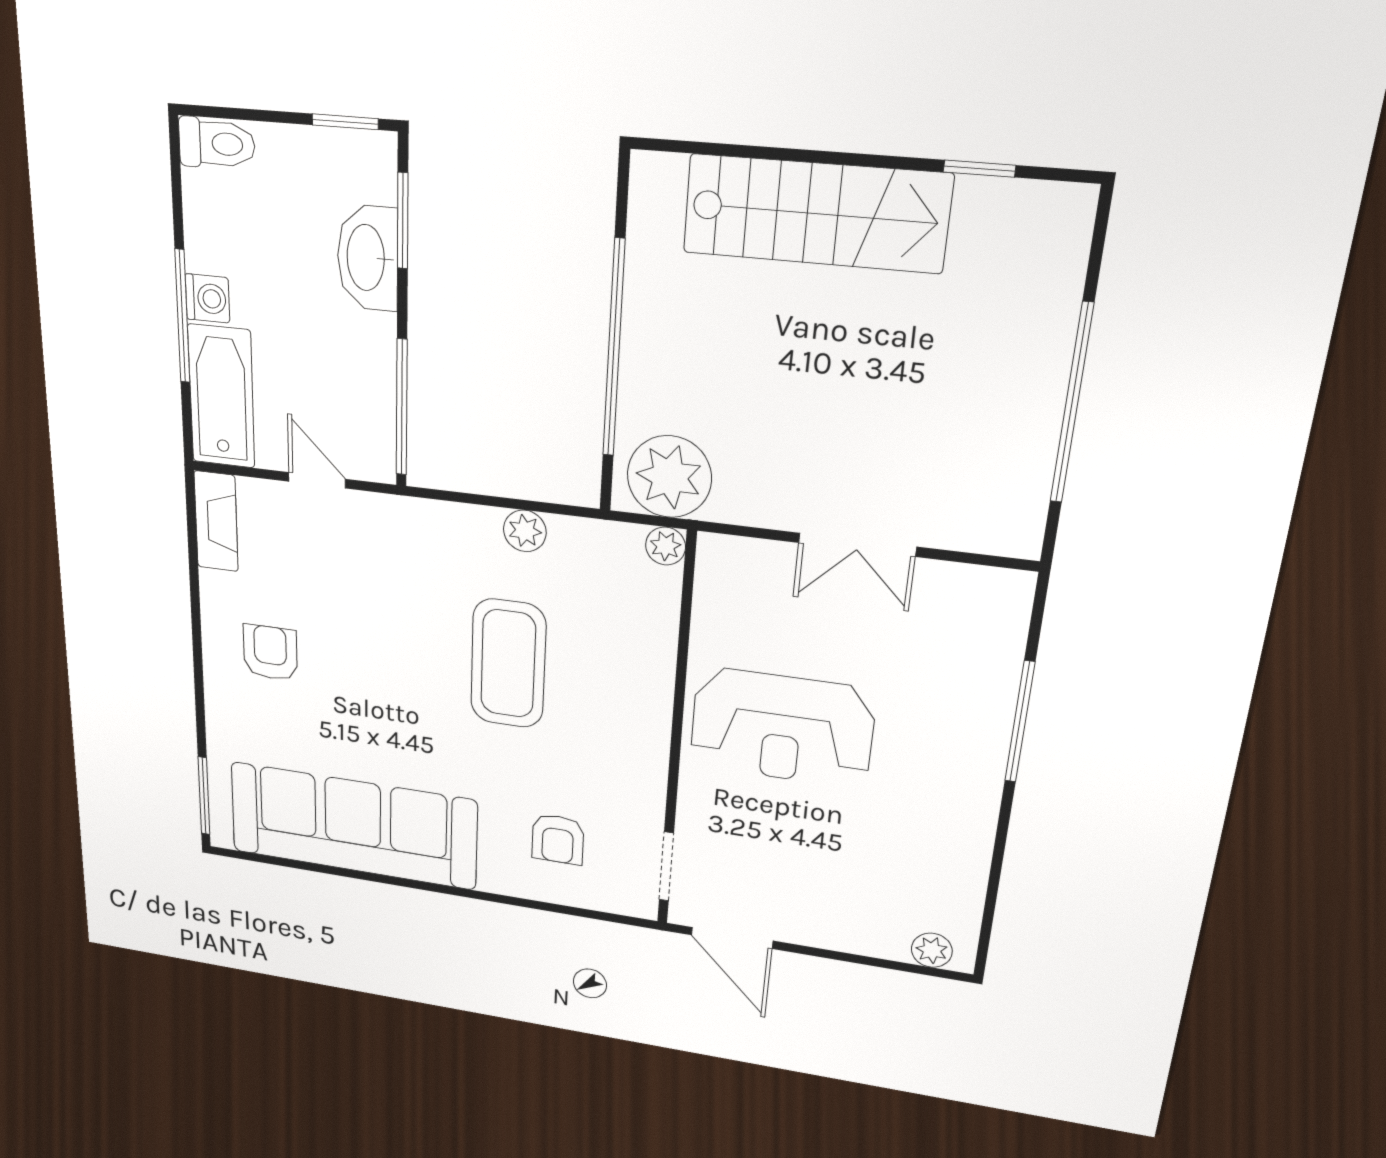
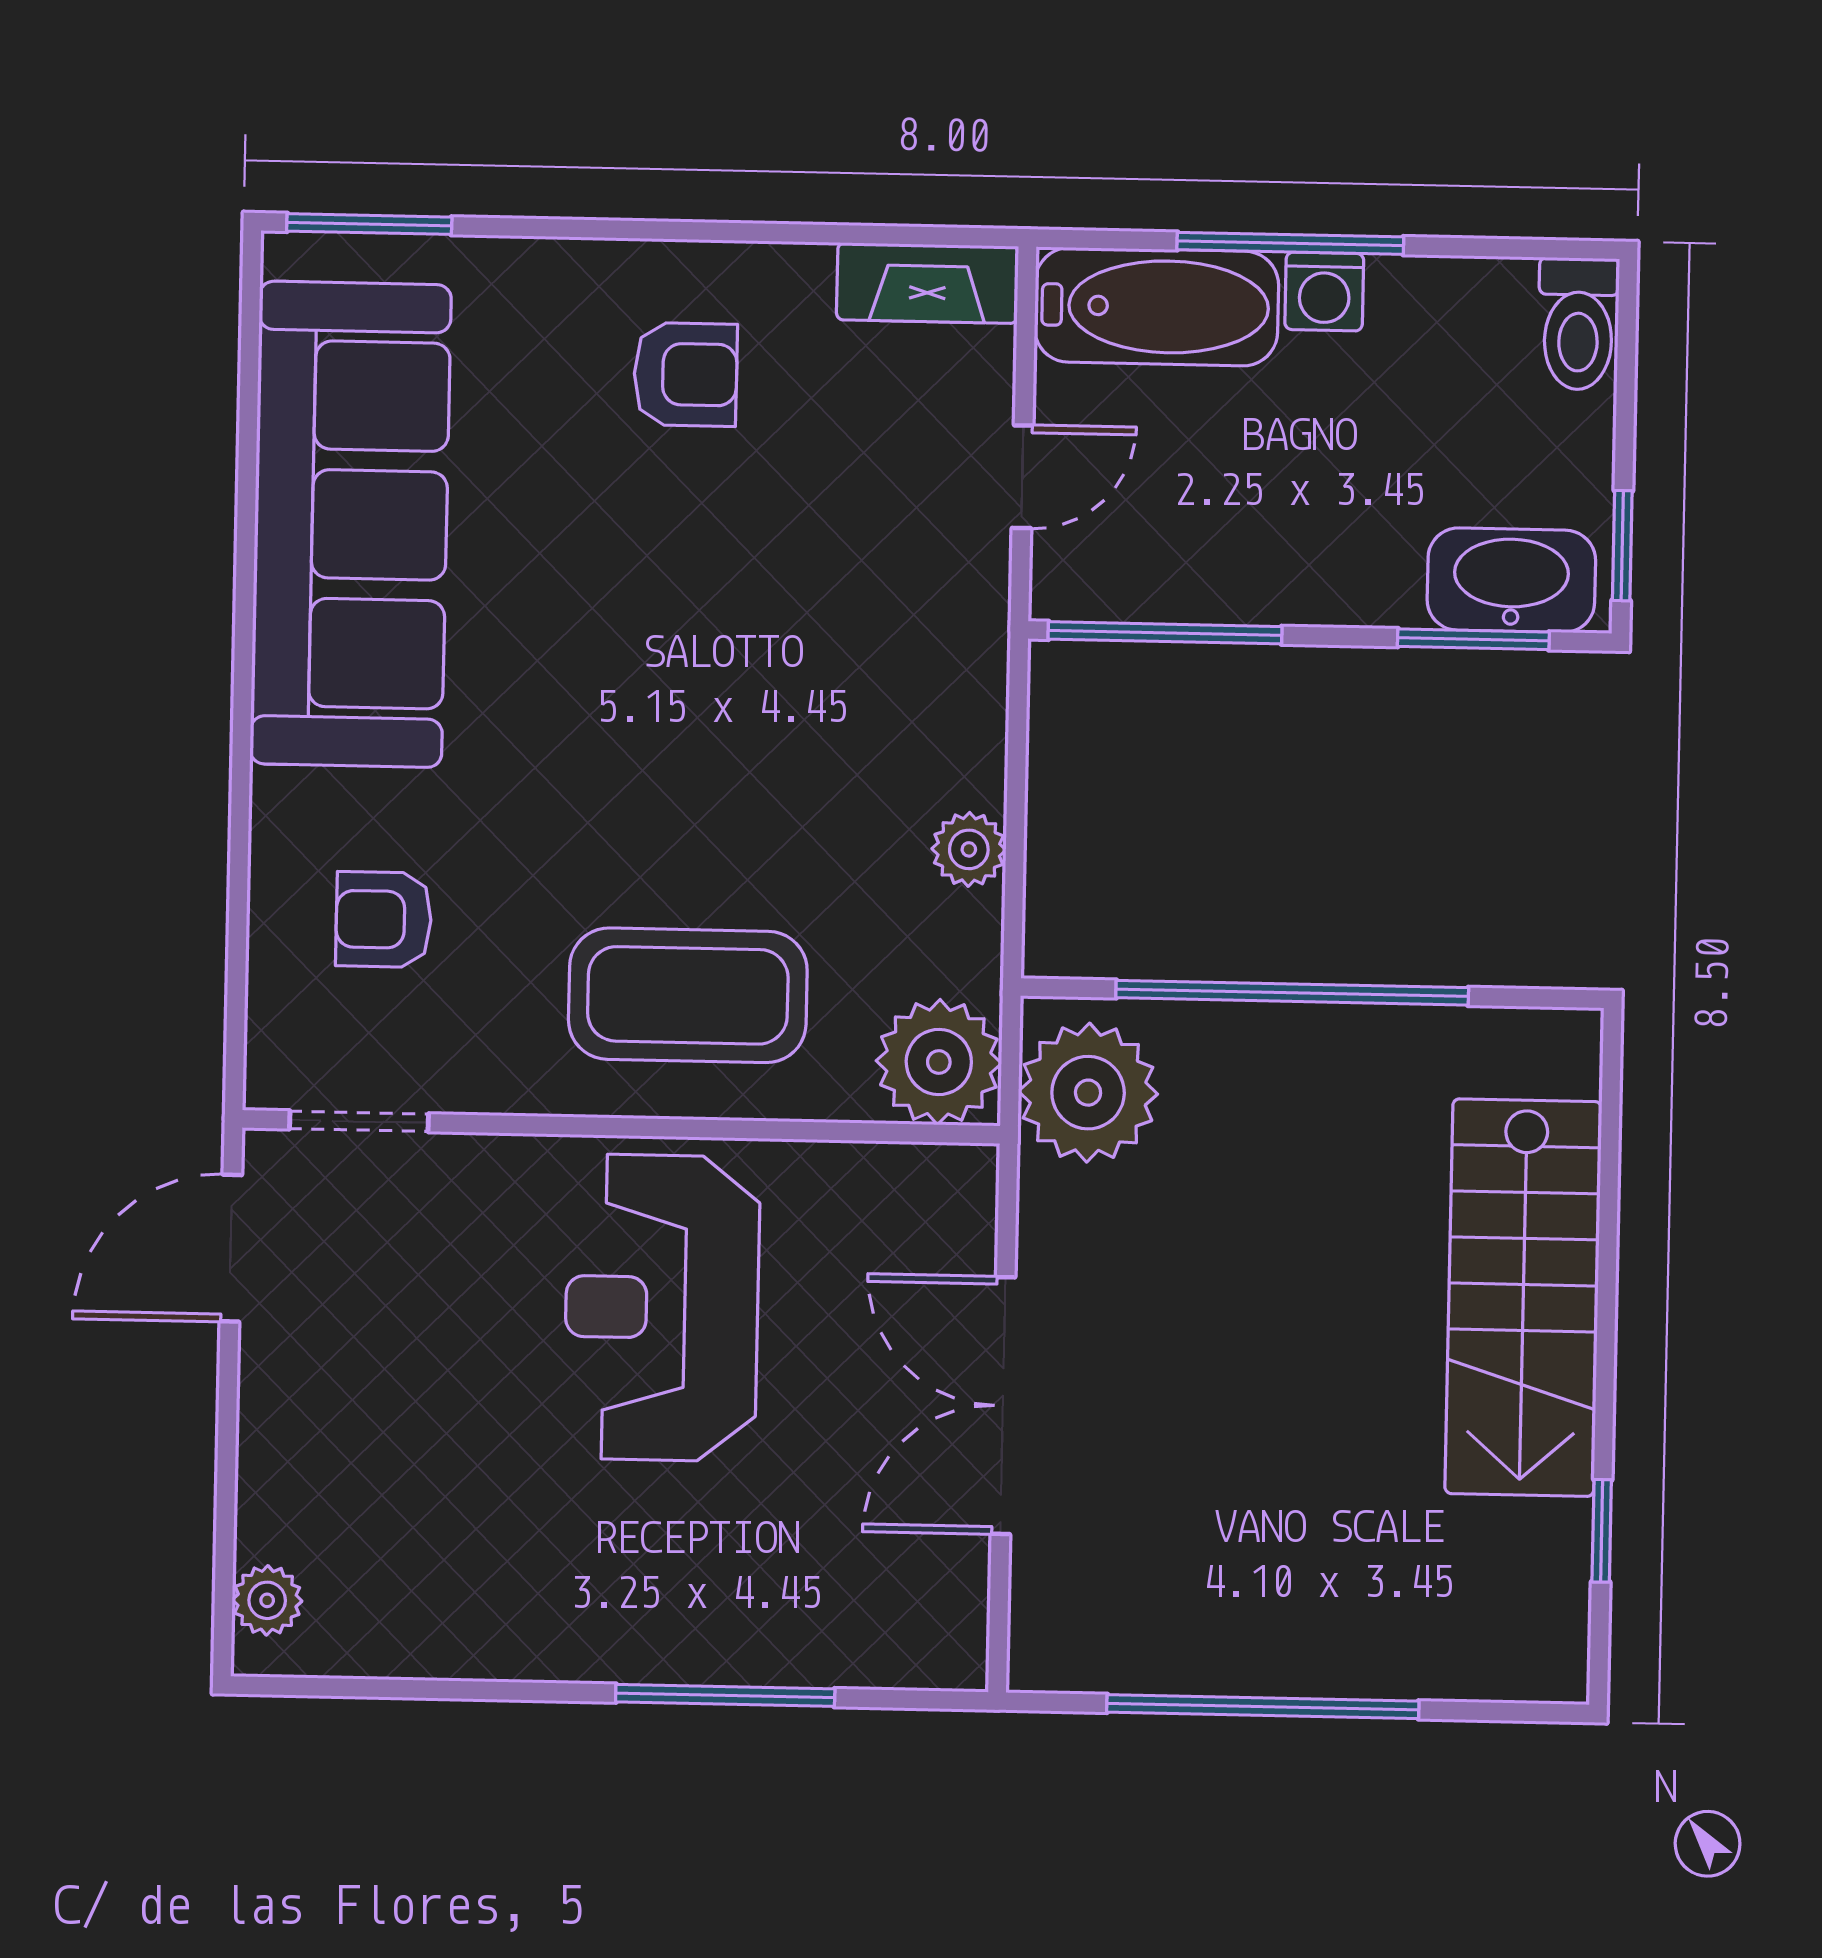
washbasin: (367, 258) -> (1511, 580), moved
double door: (857, 545) -> (1003, 1406), width x1.37
plant: (666, 546) -> (939, 1062), width x1.87, depth x1.87
coffee table: (508, 664) -> (688, 995), moved

